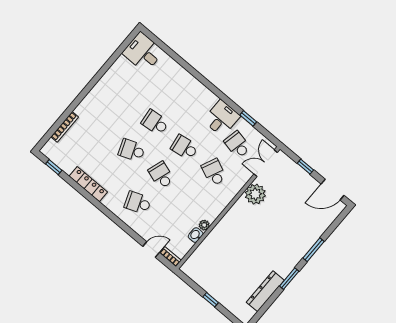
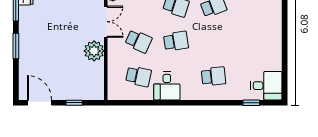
window: (248, 118) -> (251, 103), moved
school desk: (155, 122) -> (213, 76), moved
double door: (266, 163) -> (106, 22), moved
door: (333, 190) -> (40, 103), hinge flipped

